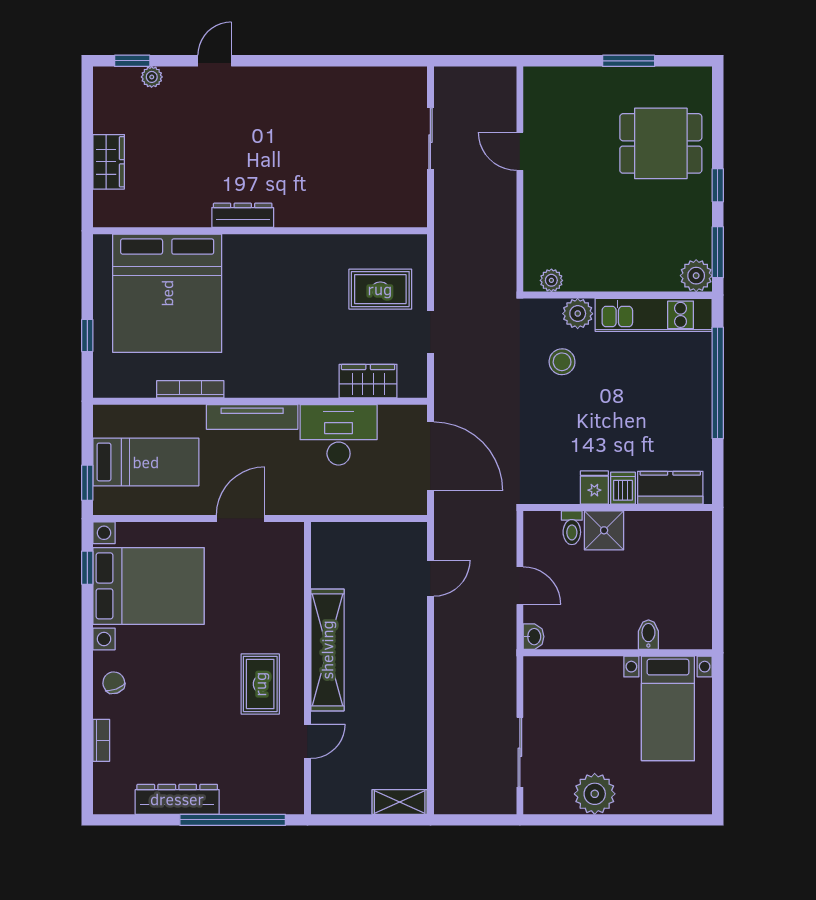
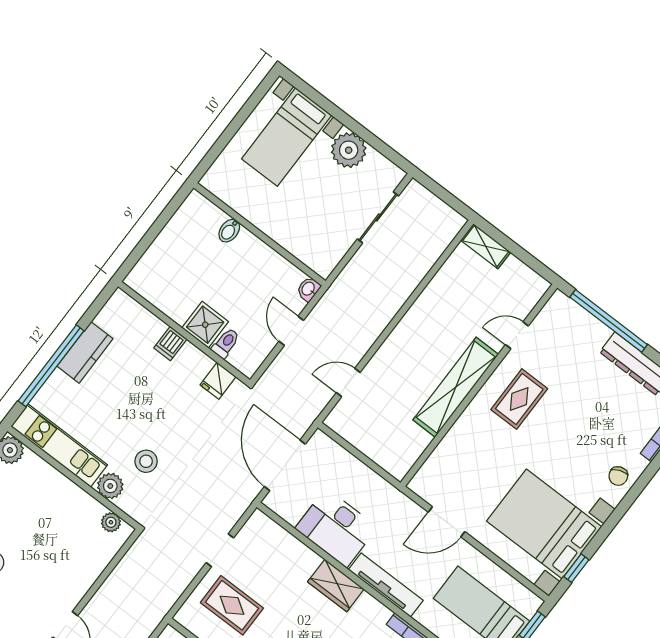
wardrobe: (368, 381) -> (336, 586), moved
fridge: (594, 487) -> (218, 381), moved
kitchen counter: (670, 488) -> (85, 352), moved, turned -90
bed with nightstands: (668, 708) -> (287, 137), moved, turned 180

